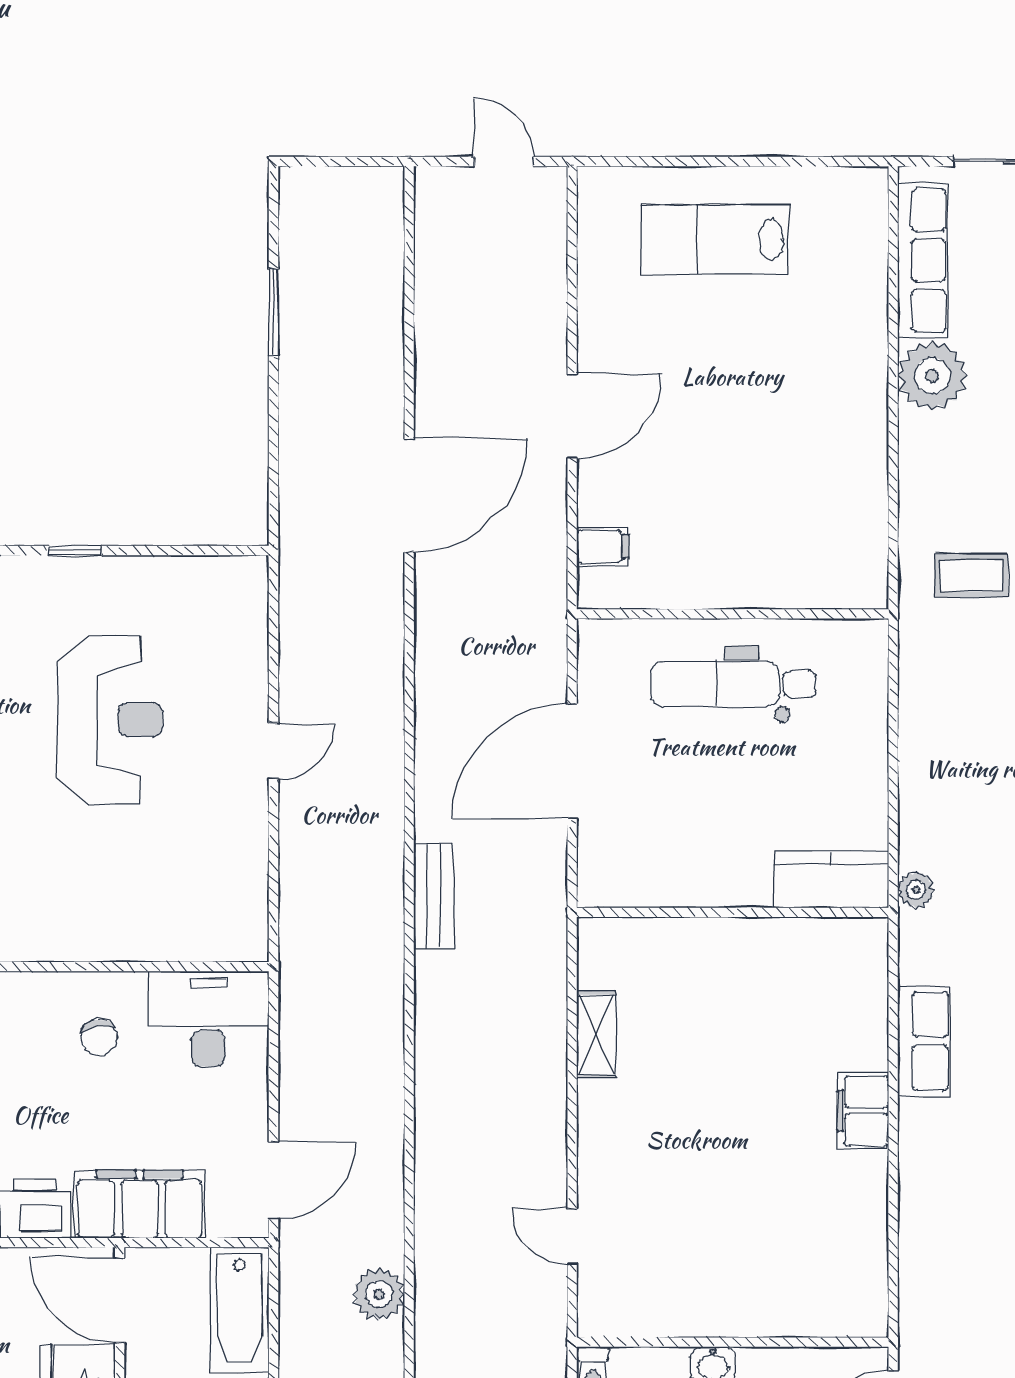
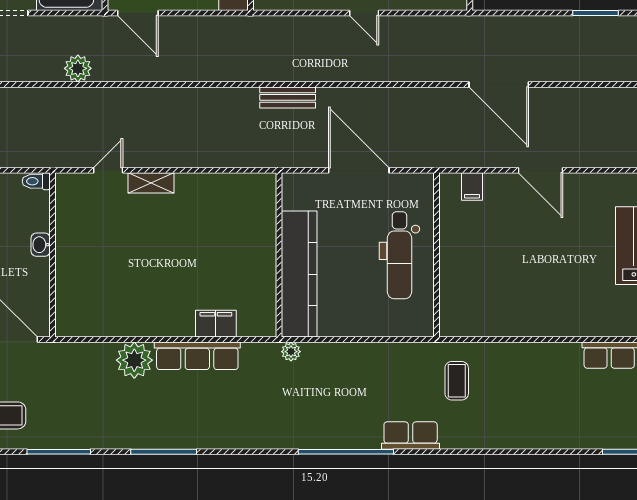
plant: (932, 376) -> (134, 360), moved
dental chair: (733, 684) -> (399, 255), turned 180
kitchen counter: (831, 879) -> (299, 274), width x2.08, depth x1.17
shelving: (596, 1035) -> (151, 183), moved
row of seats: (924, 1041) -> (197, 356), width x1.48
filing cabinet: (863, 1111) -> (216, 324), moved

